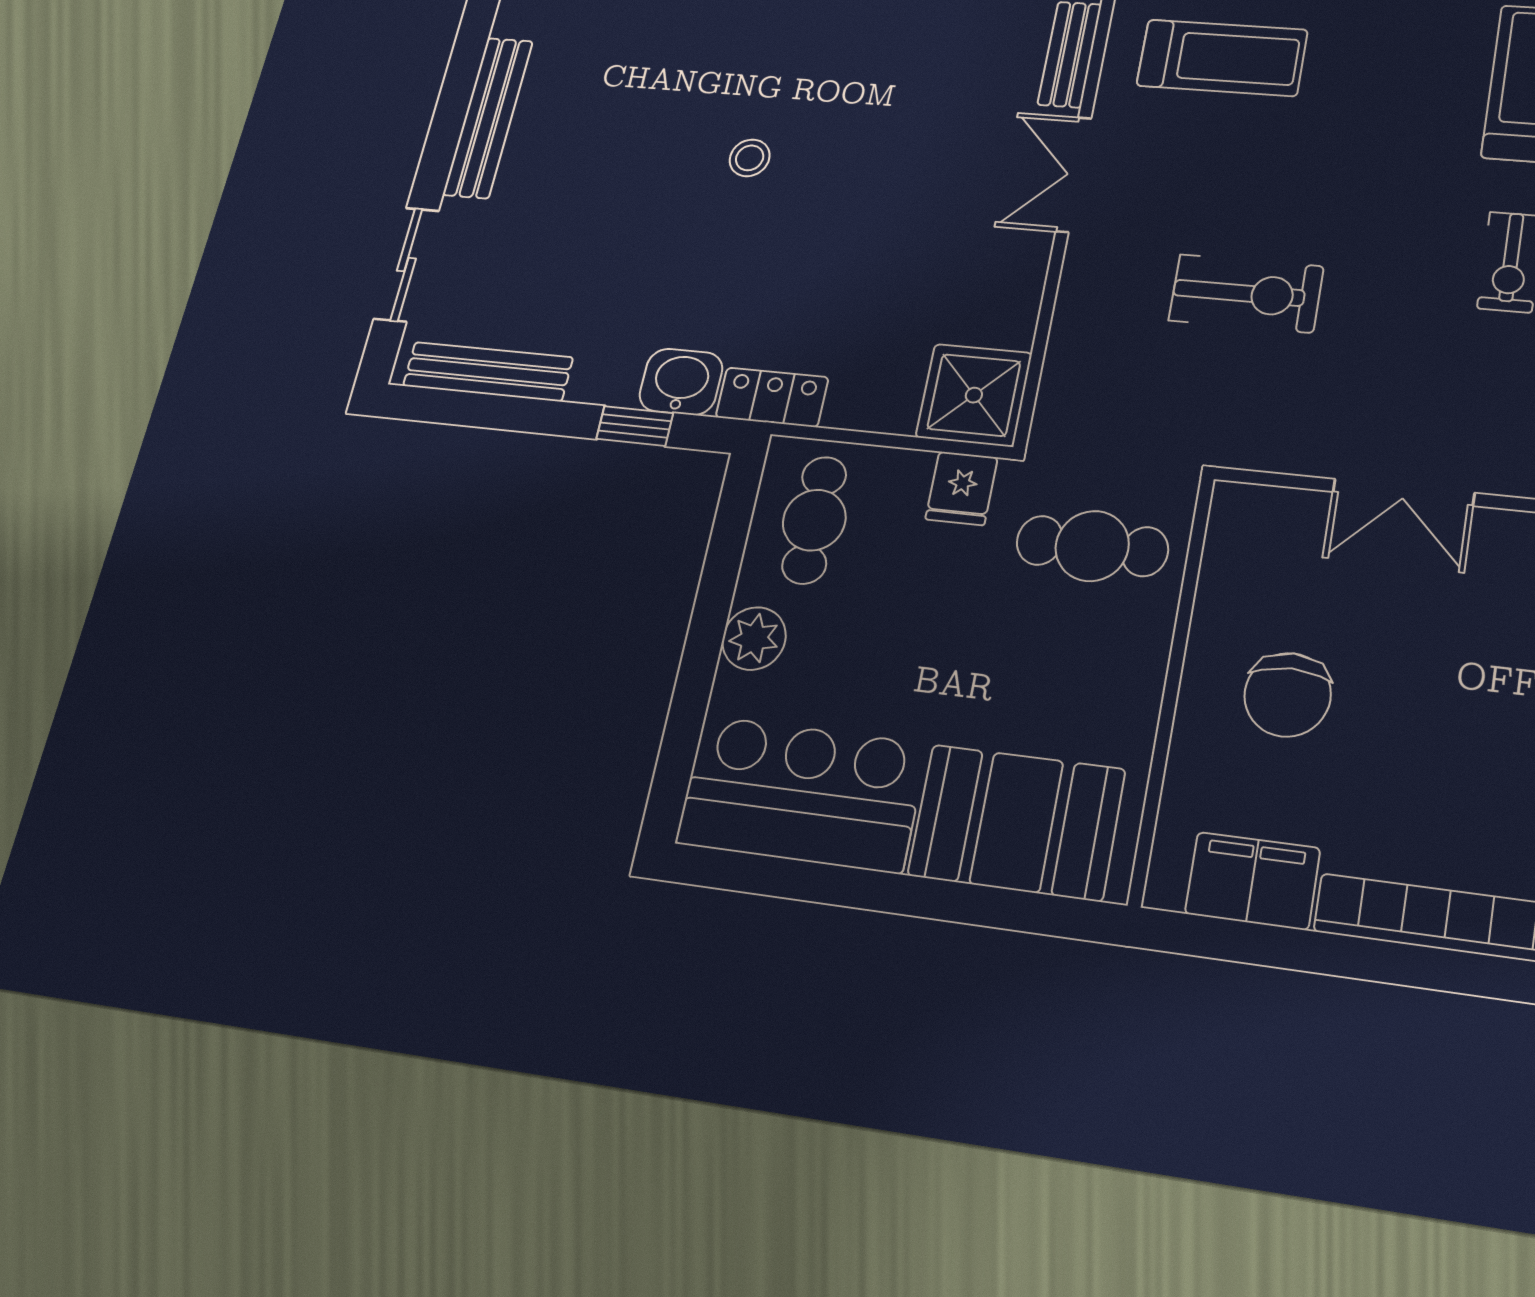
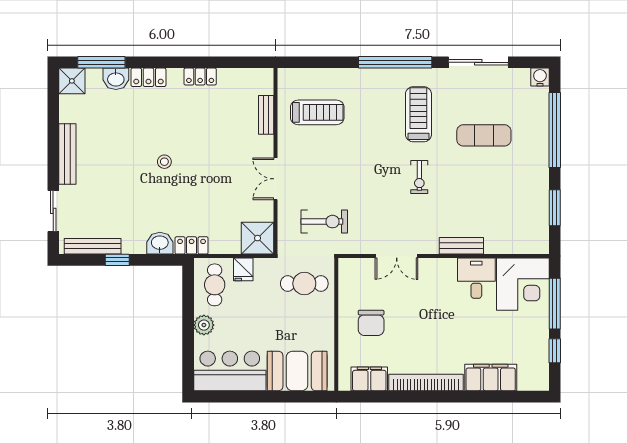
double door: (1074, 175) -> (275, 179), moved
exercise bike: (1246, 293) -> (324, 222), moved
window: (635, 426) -> (117, 260), moved
fridge: (962, 488) -> (243, 269), moved

